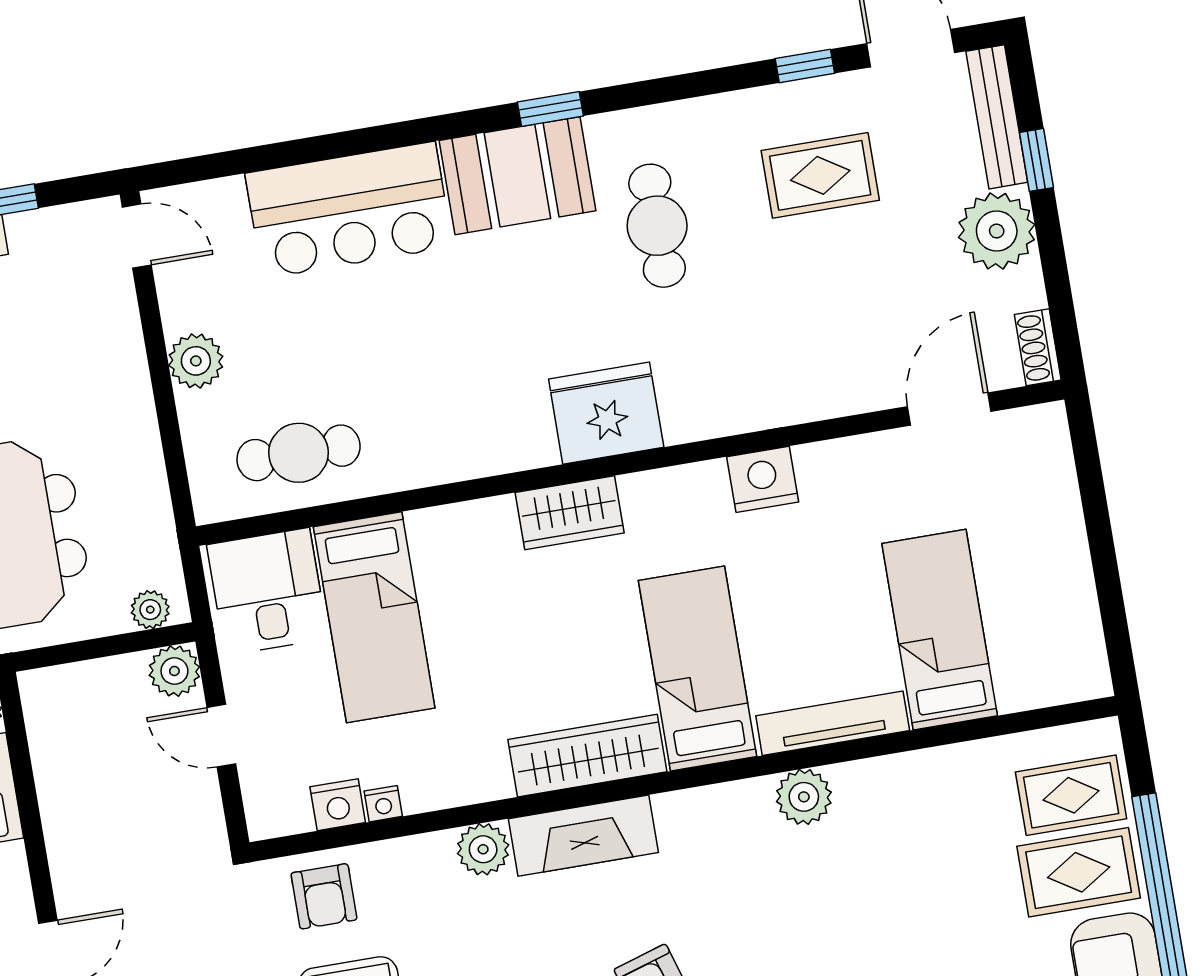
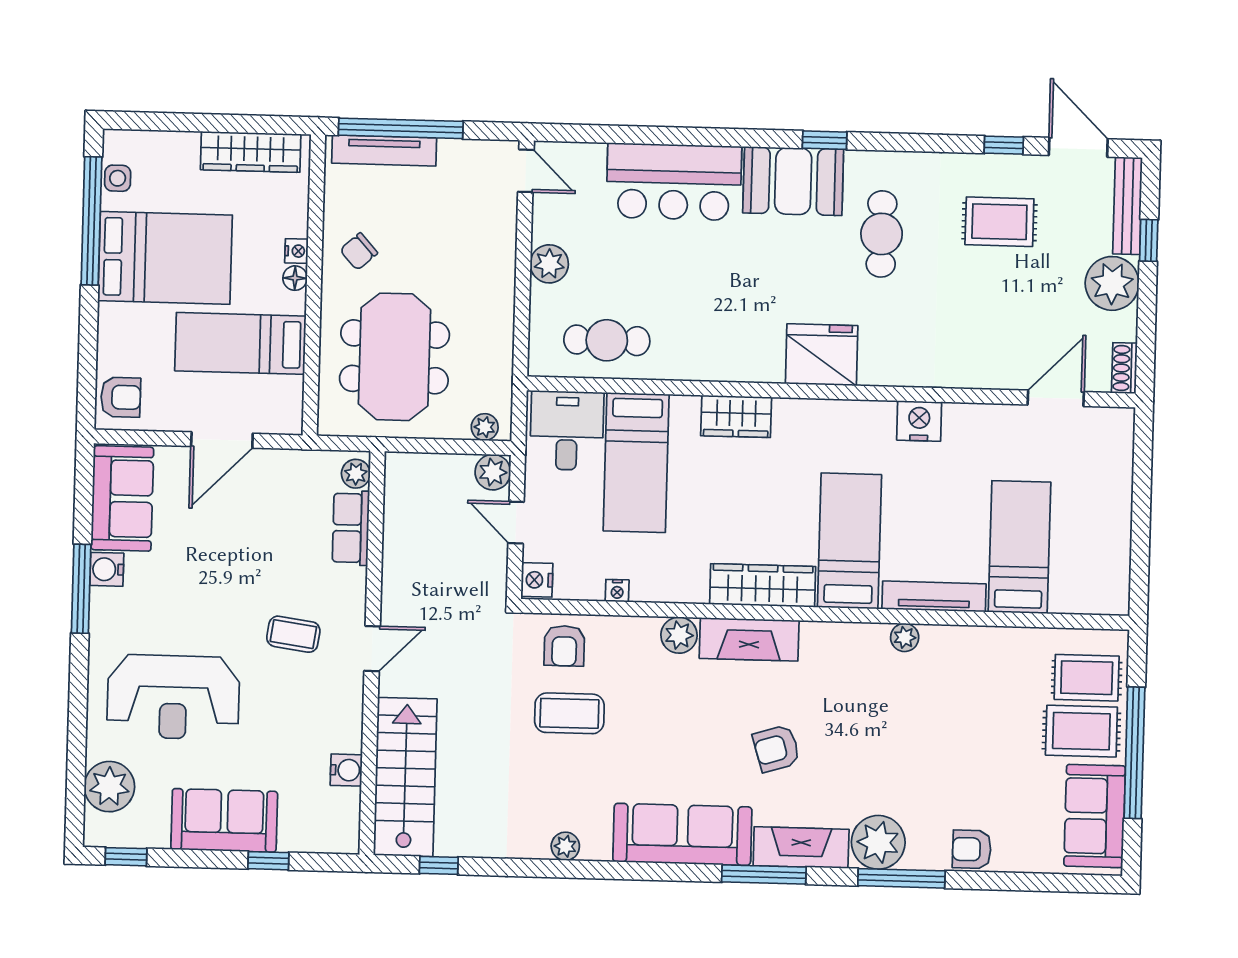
wardrobe: (570, 513) -> (736, 416), moved
plant: (804, 797) -> (905, 637), width x0.73, depth x0.73
nightstand: (338, 805) -> (537, 580), moved, turned 90

